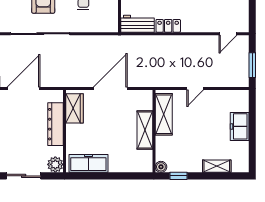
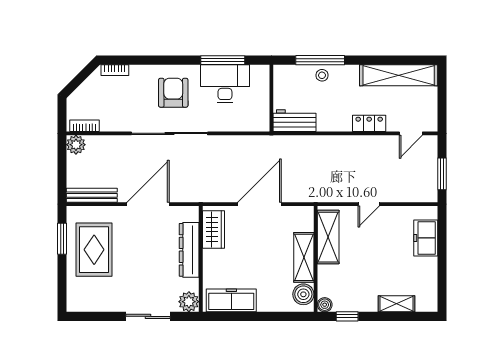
locker: (168, 26) -> (369, 123), moved
freezer: (240, 126) -> (426, 238), moved
boiler: (144, 159) -> (303, 294), added

